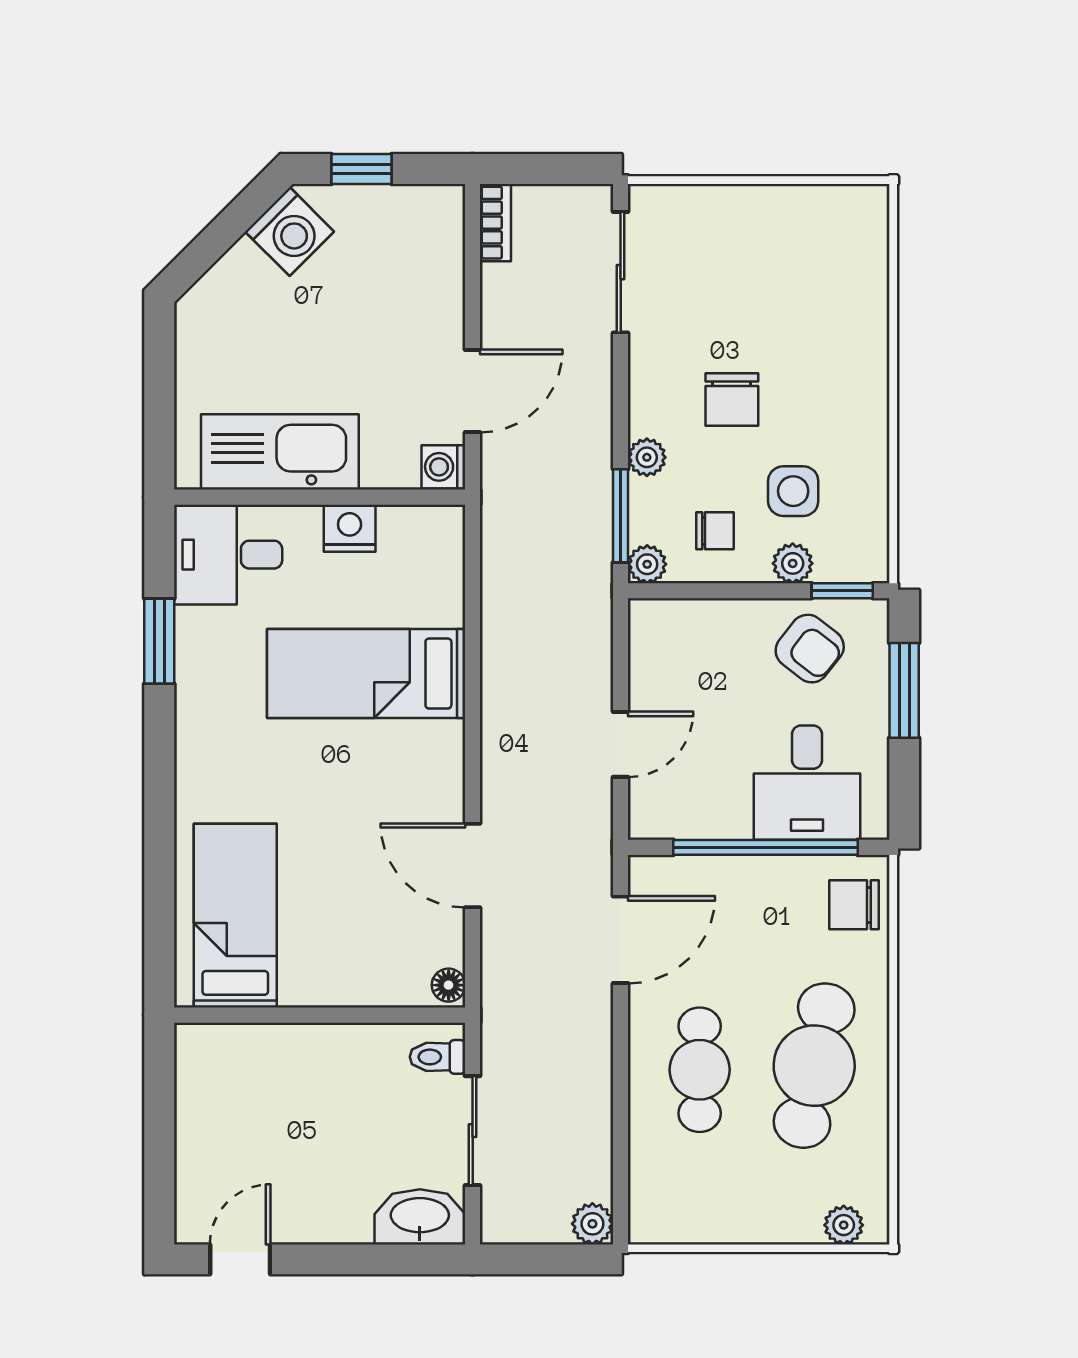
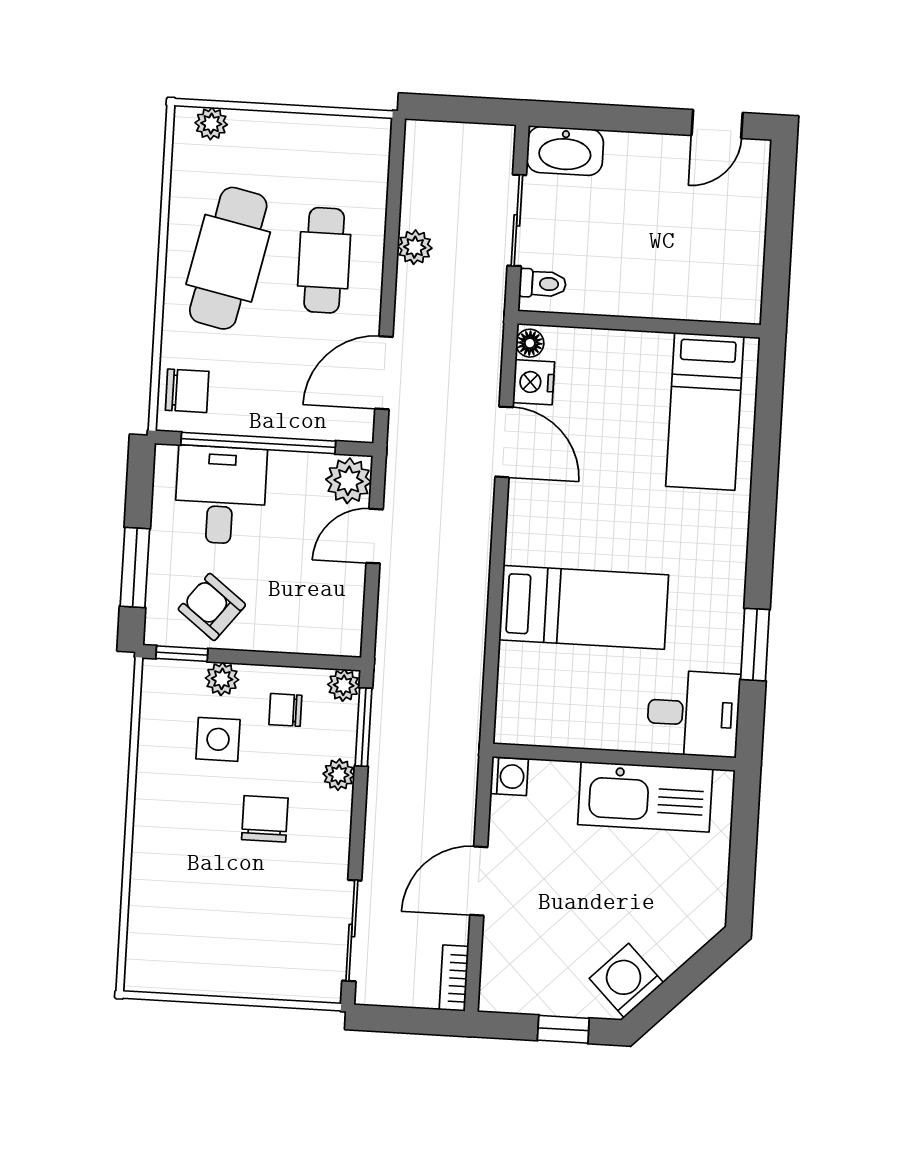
door: (473, 391) -> (479, 881), moved
nightstand: (350, 528) -> (534, 382), moved, turned 90
plant: (655, 808) -> (349, 481), added
plant: (592, 1224) -> (415, 247), moved

